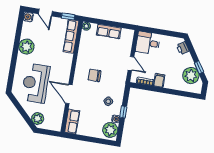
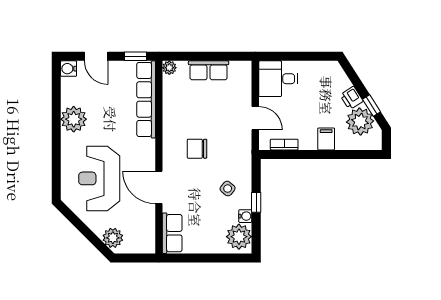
row of seats: (71, 36) -> (146, 99), width x1.36
printer: (183, 48) -> (352, 98), moved
filing cabinet: (159, 80) -> (326, 139), moved

